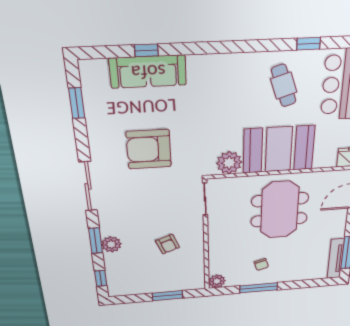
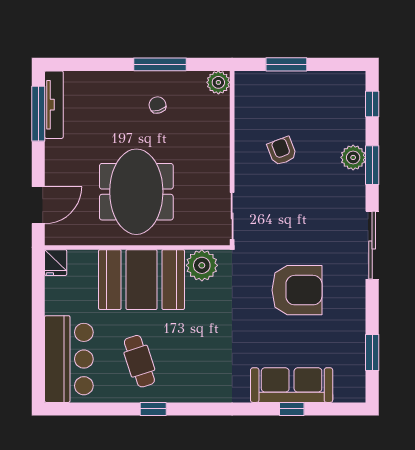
window: (309, 44) -> (153, 409), moved

